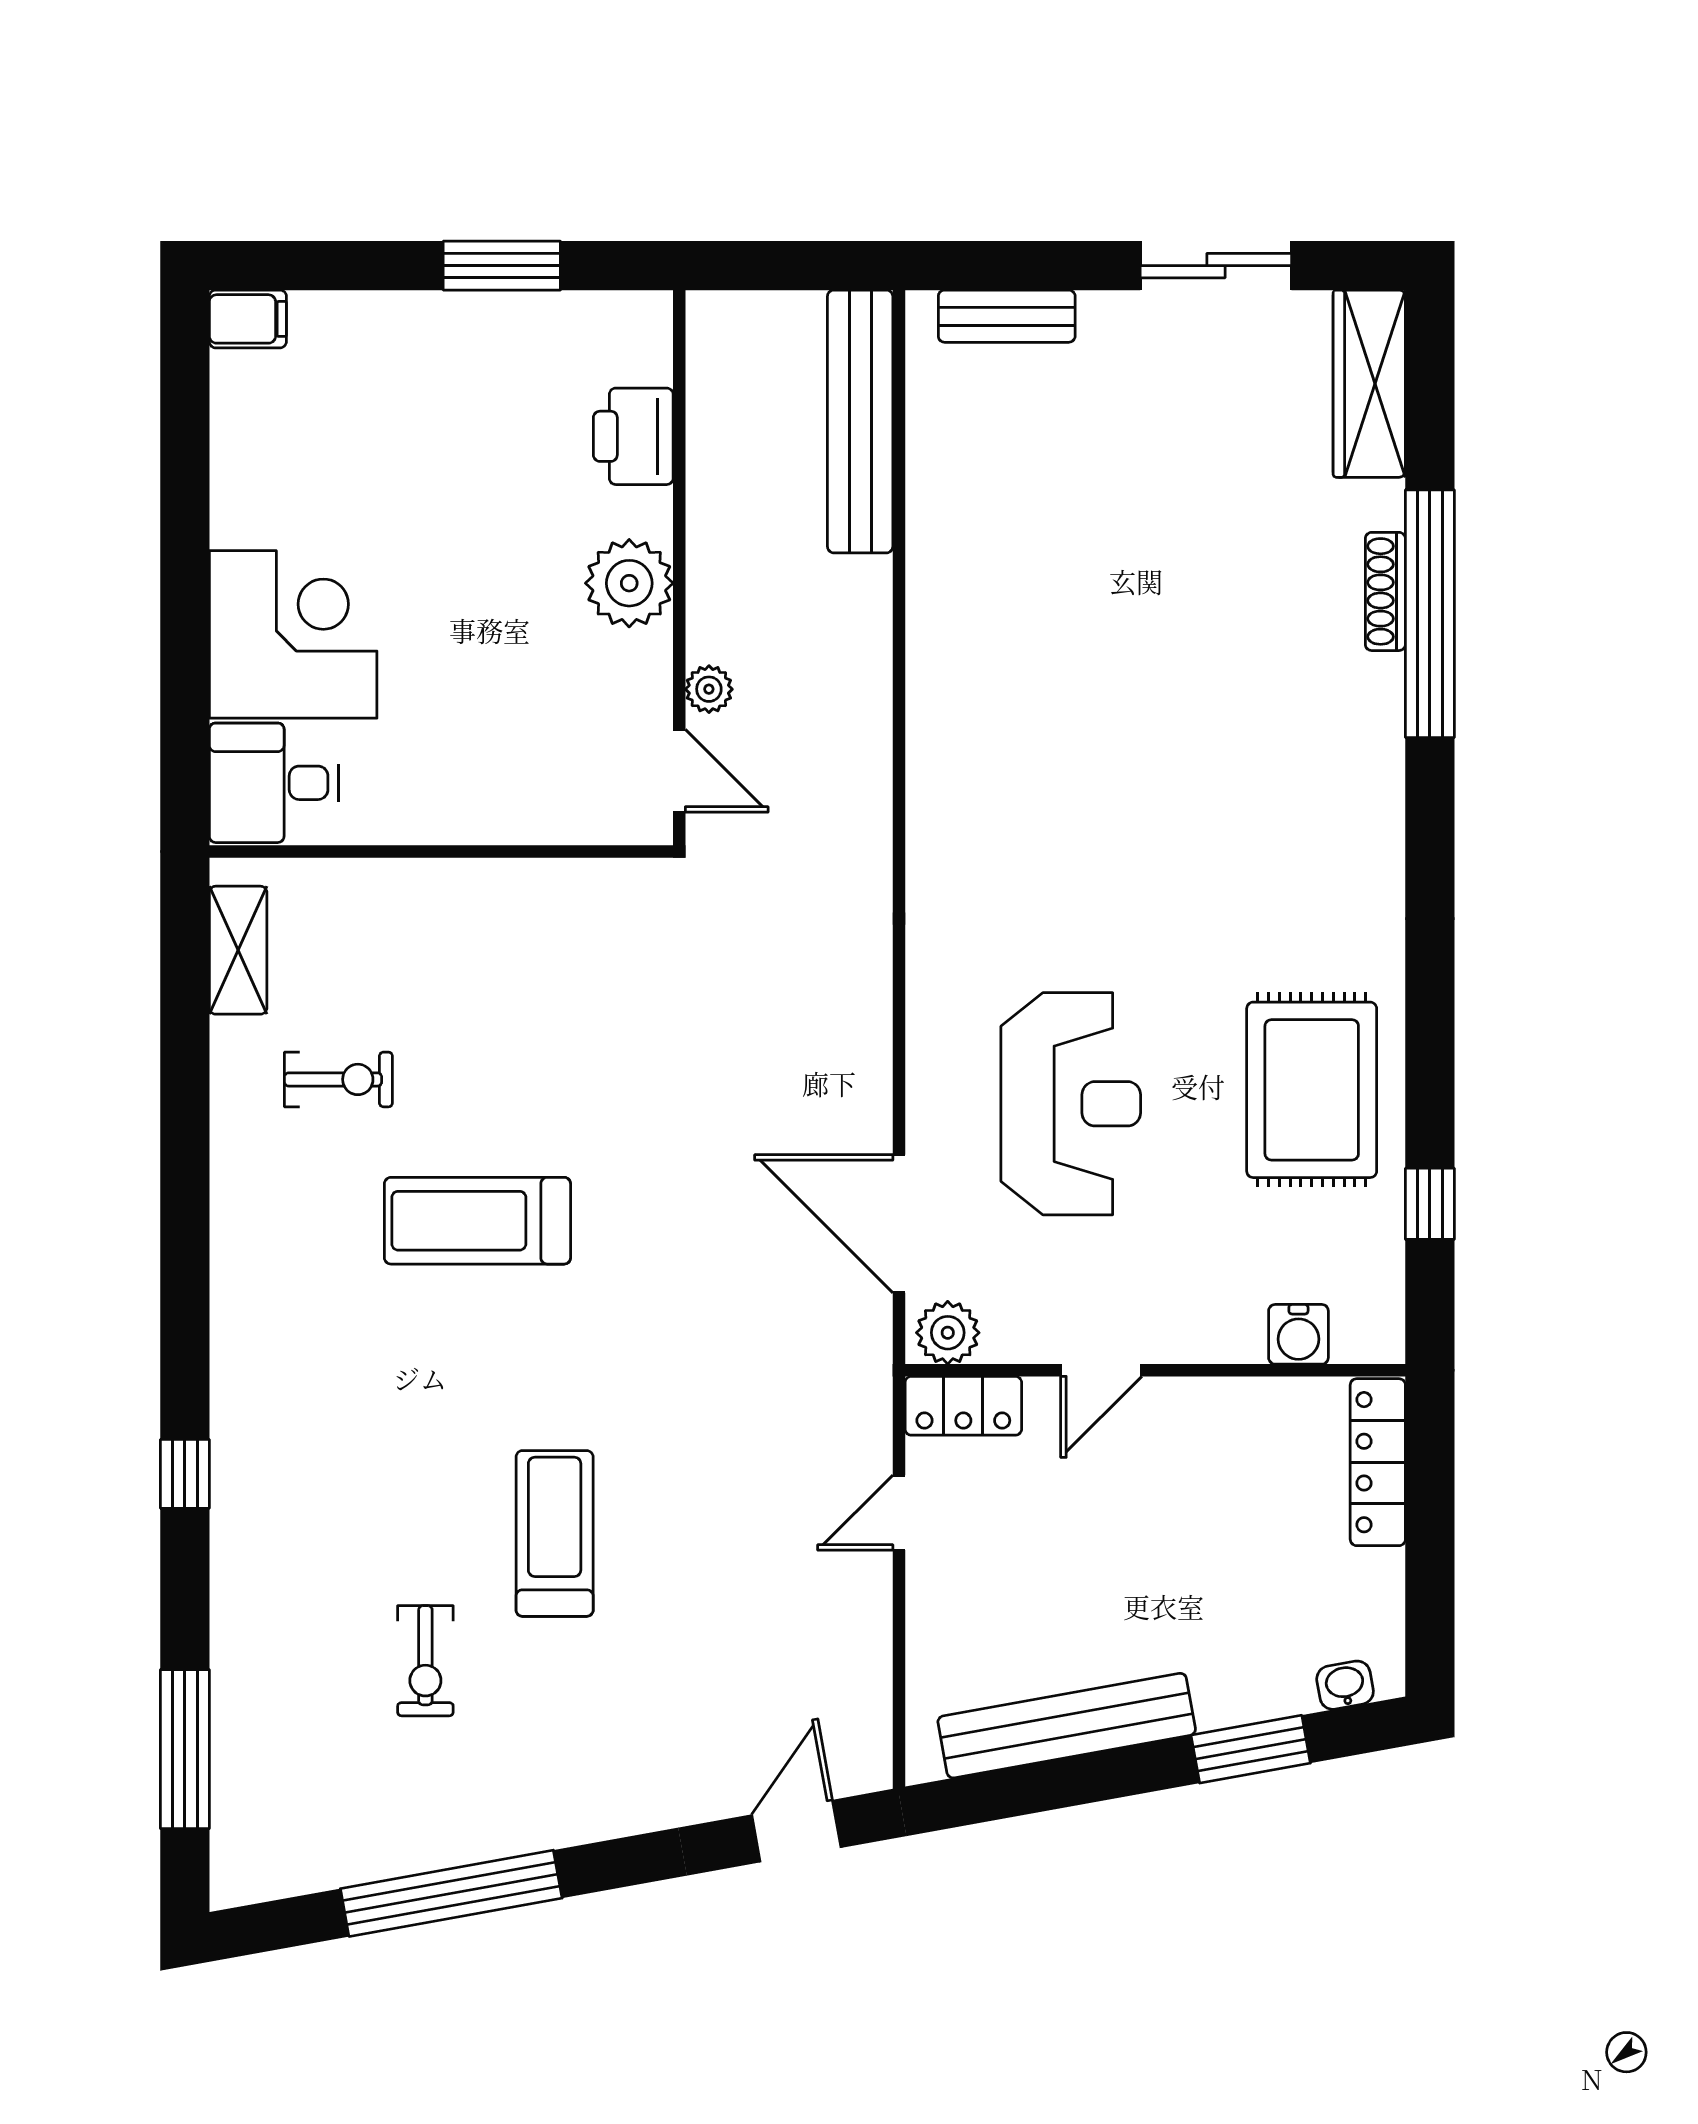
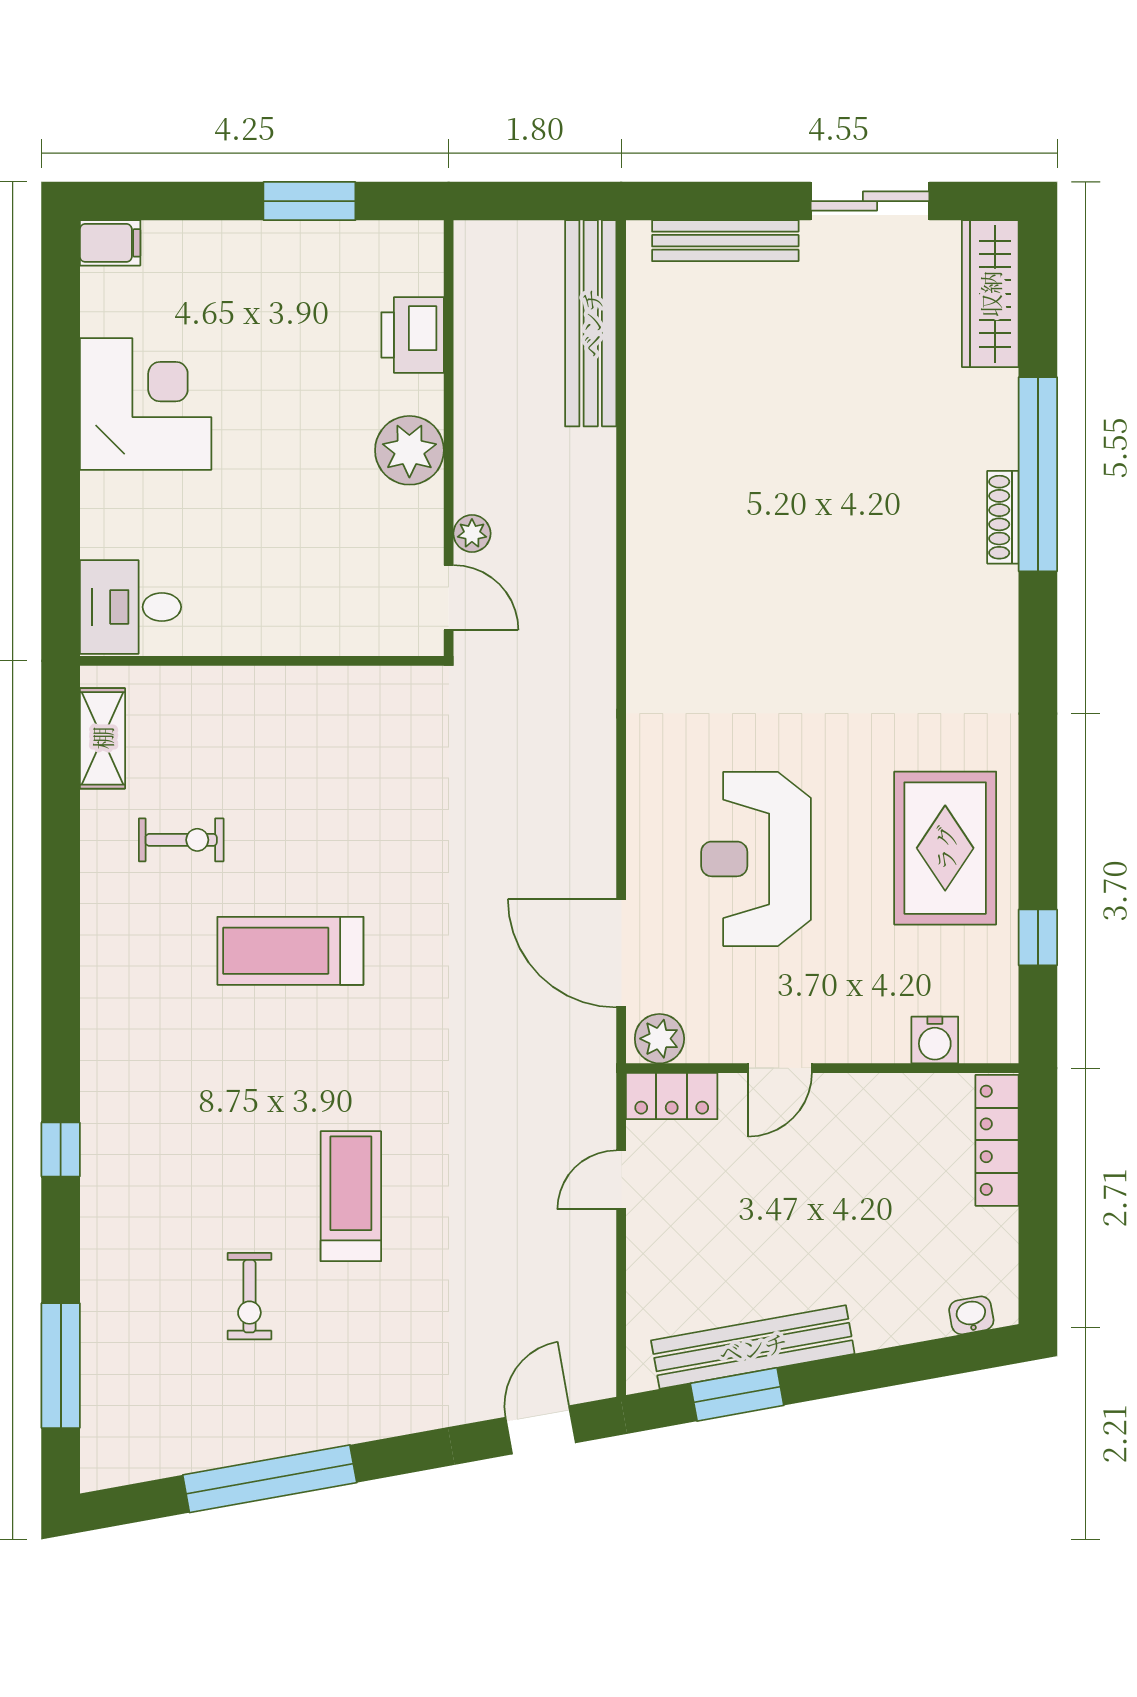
bench: (1007, 316) -> (725, 241), width x1.36
shoe rack: (1385, 591) -> (1003, 517), moved
corner desk: (293, 634) -> (146, 404), moved
reception desk: (1071, 1104) -> (756, 859), turned 180
window: (1251, 1749) -> (737, 1394), moved

